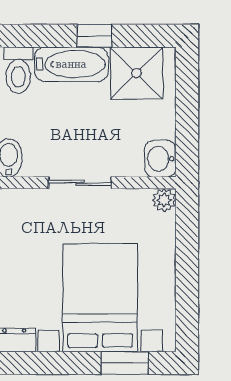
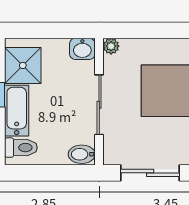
sliding door: (80, 183) -> (99, 105), width x1.37

